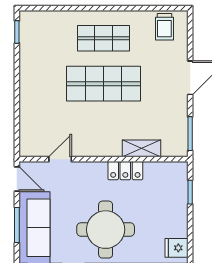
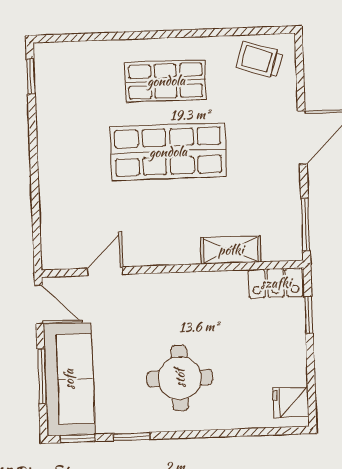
trolley: (164, 27) -> (259, 60), turned 108
locker: (125, 171) -> (276, 283), moved
round table: (106, 230) -> (180, 378), width x0.73, depth x0.73

